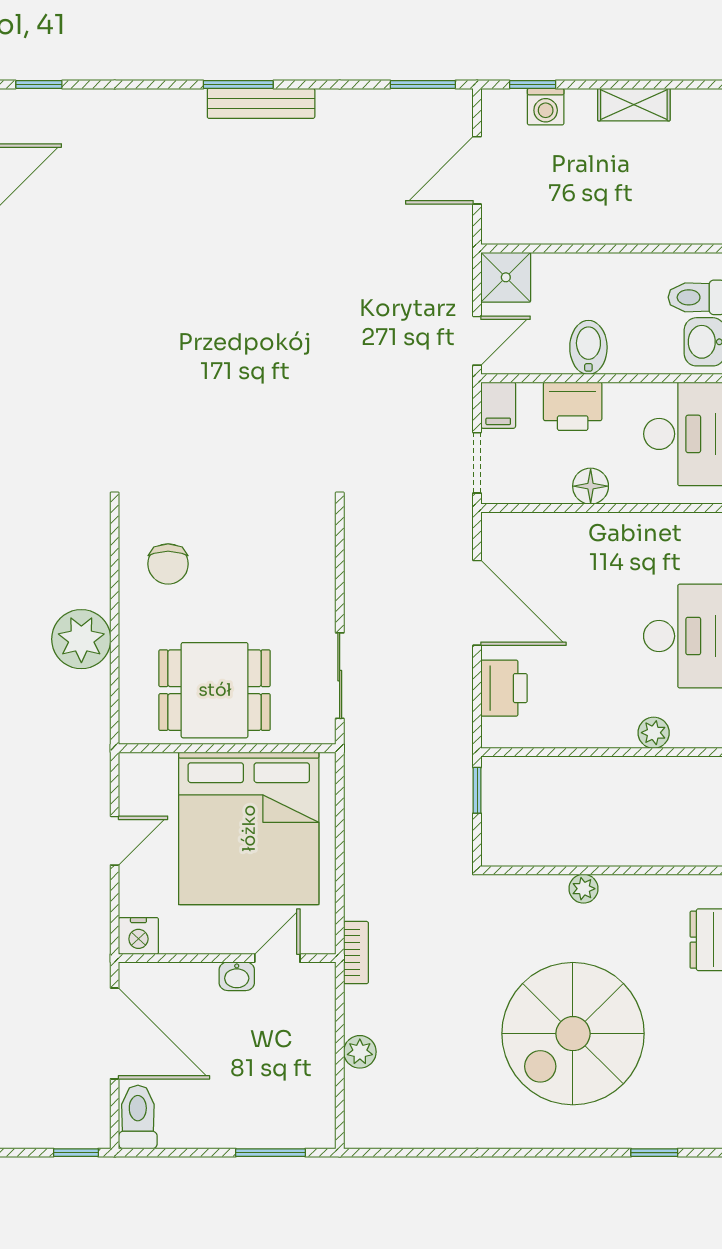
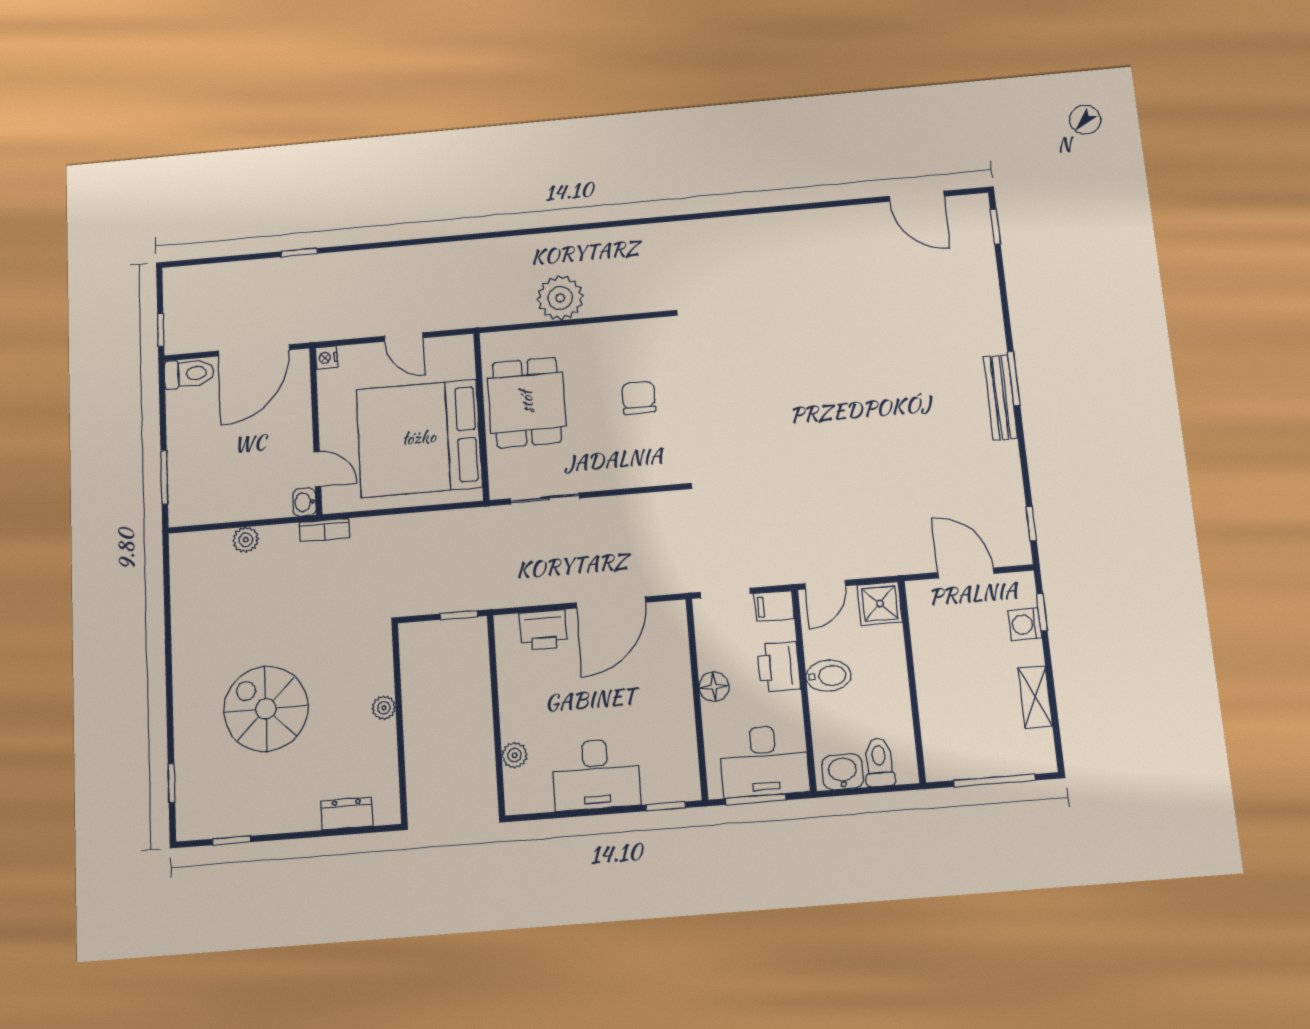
window: (423, 85) -> (1031, 524), width x0.67
door: (477, 341) -> (825, 585), hinge flipped
chair: (168, 564) -> (639, 398), moved, turned 90
nightstand: (138, 936) -> (326, 358), width x0.72, depth x0.74
washbasin: (237, 976) -> (304, 502), moved
spiral stairs: (573, 1034) -> (266, 709), width x0.73, depth x0.73

